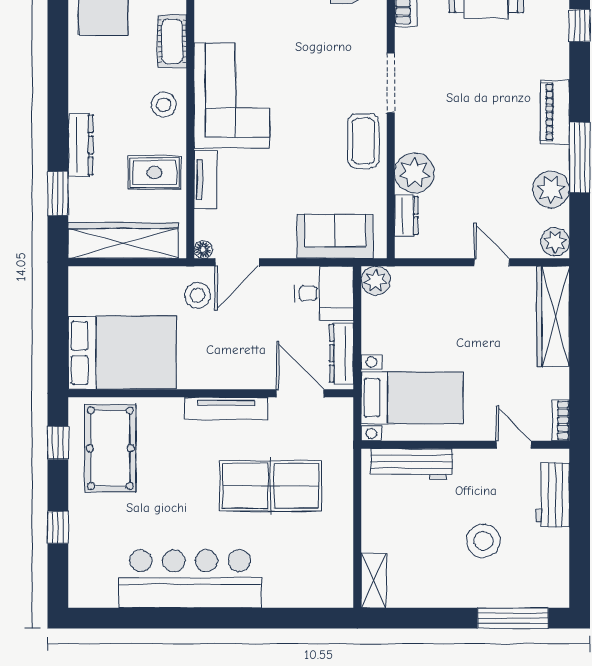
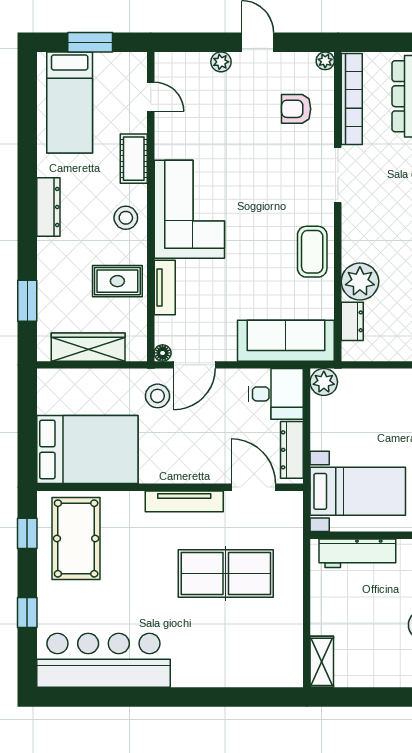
doorway: (391, 83) -> (338, 175), moved
dresser: (81, 145) -> (48, 207), moved
sofa: (335, 236) -> (286, 341), width x1.36
wardrobe: (123, 241) -> (88, 347), width x0.71, depth x0.85
bar counter: (190, 579) -> (103, 660), moved

